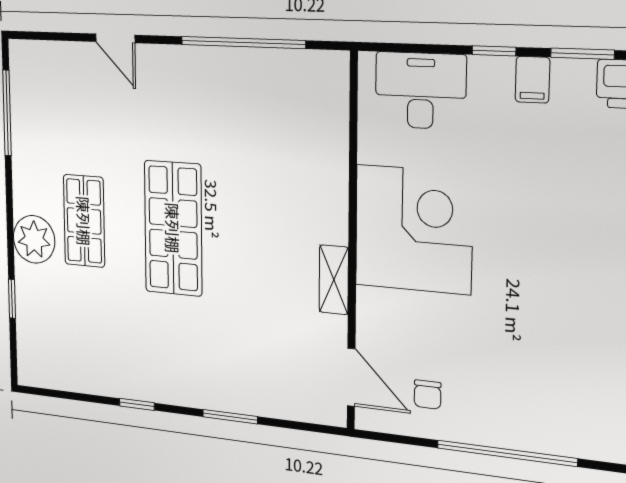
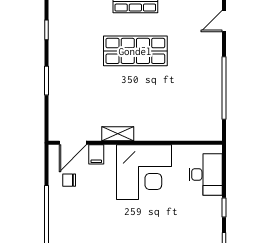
filing cabinet: (533, 80) -> (96, 154), moved, turned -90

